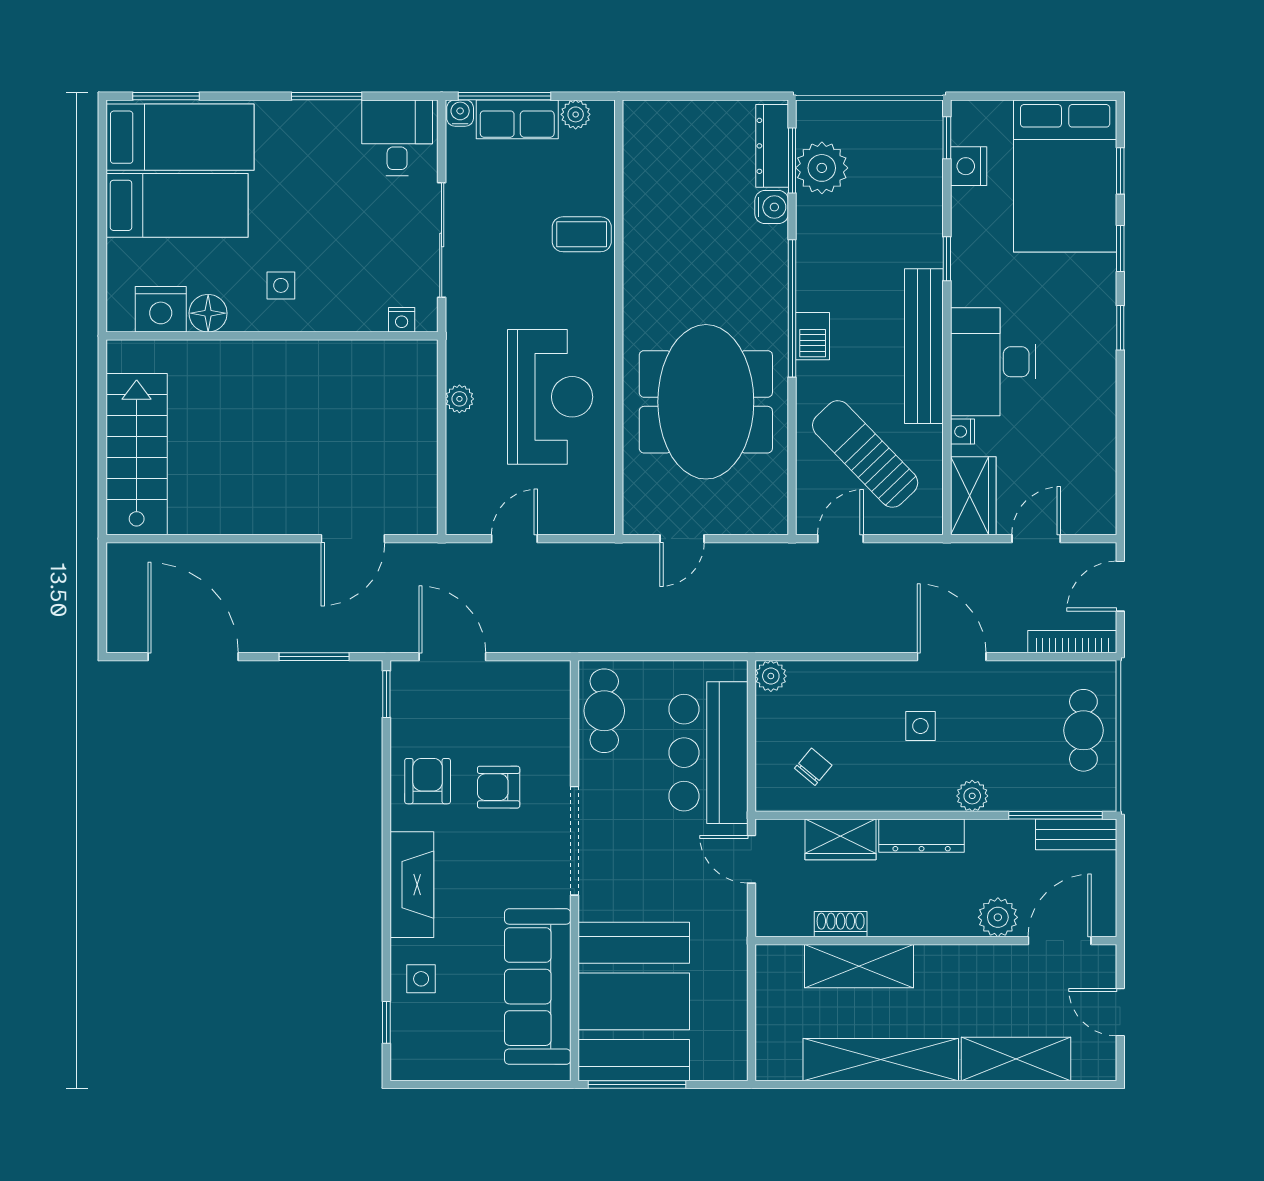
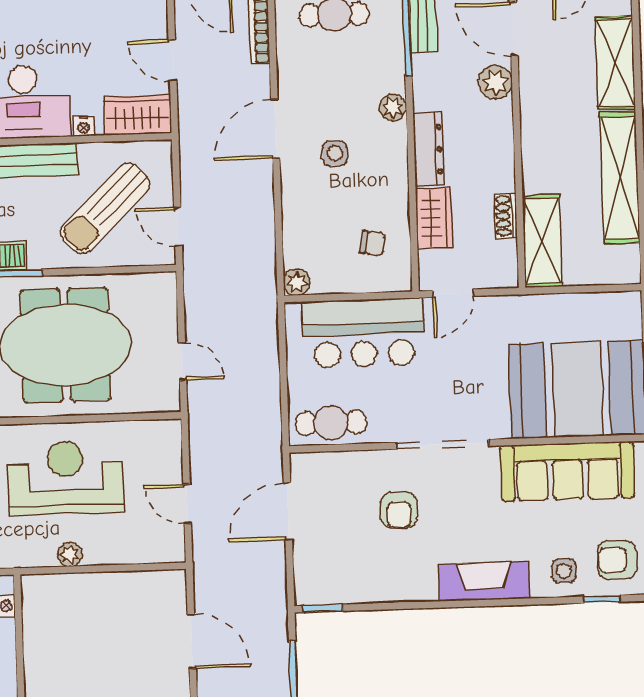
door: (452, 657) -> (288, 511), moved
chair: (813, 767) -> (373, 243), turned 151
armchair: (428, 781) -> (617, 560), moved
shelving: (859, 966) -> (542, 241), moved

